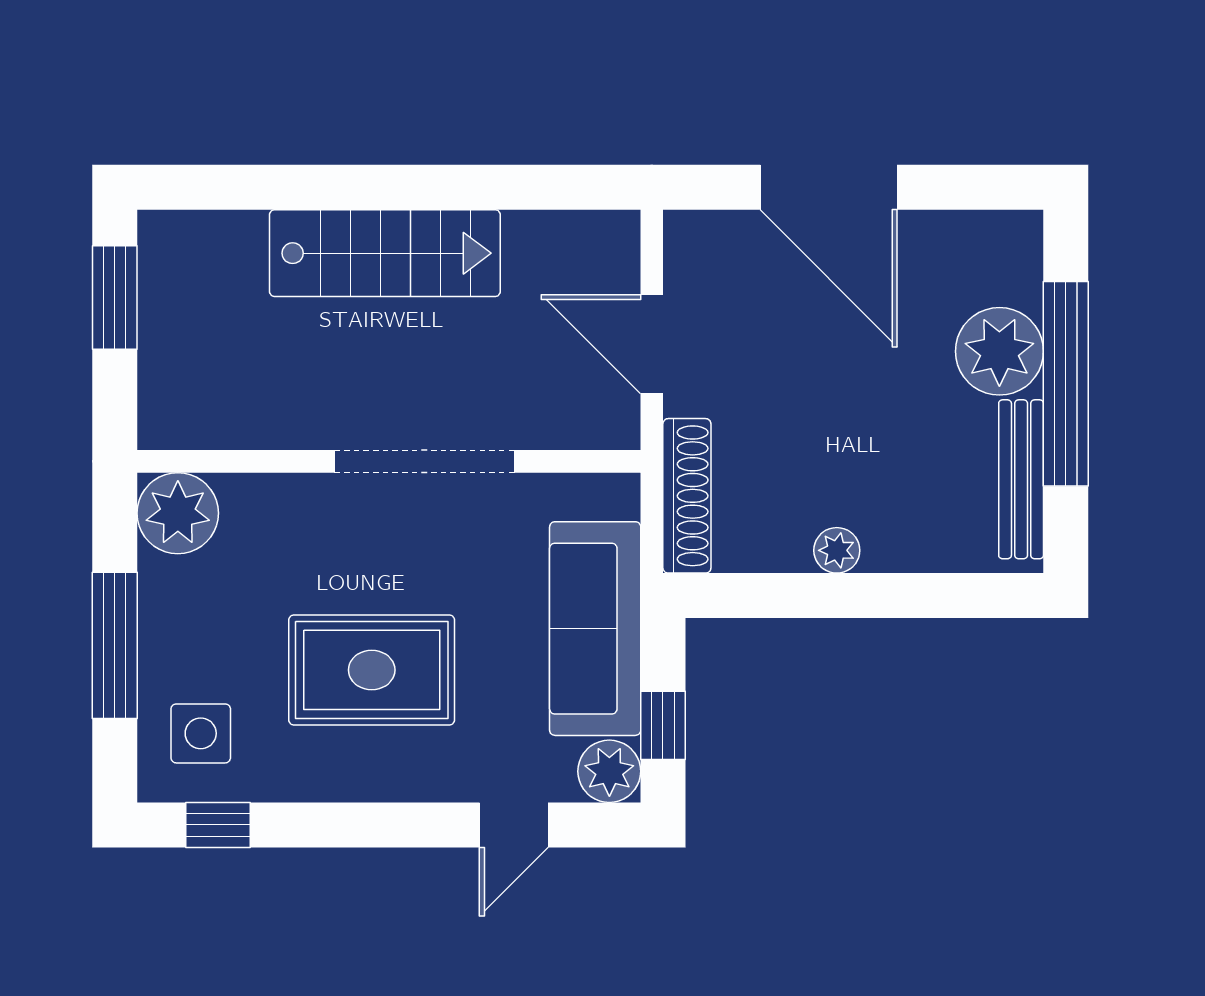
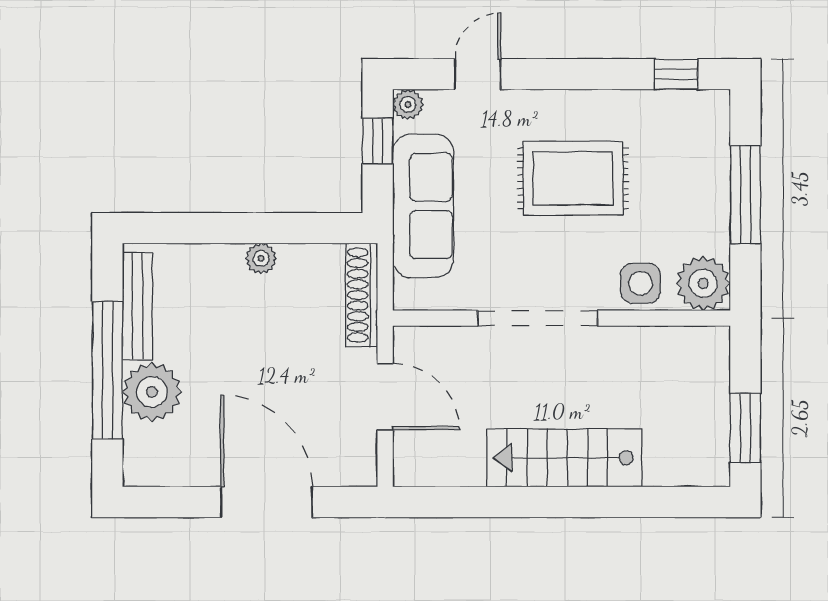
side table: (201, 733) -> (640, 283), moved
plant: (609, 771) -> (408, 104), width x0.73, depth x0.73

